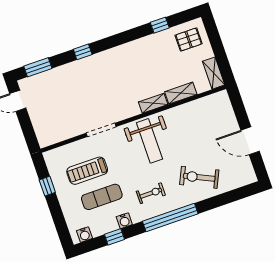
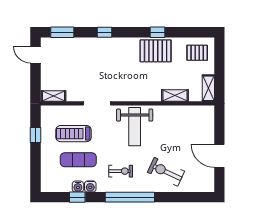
window: (160, 25) -> (157, 32), moved
pallet: (144, 53) -> (156, 51), added
shelving: (153, 103) -> (54, 96), moved
water cooler: (84, 235) -> (78, 187), moved

